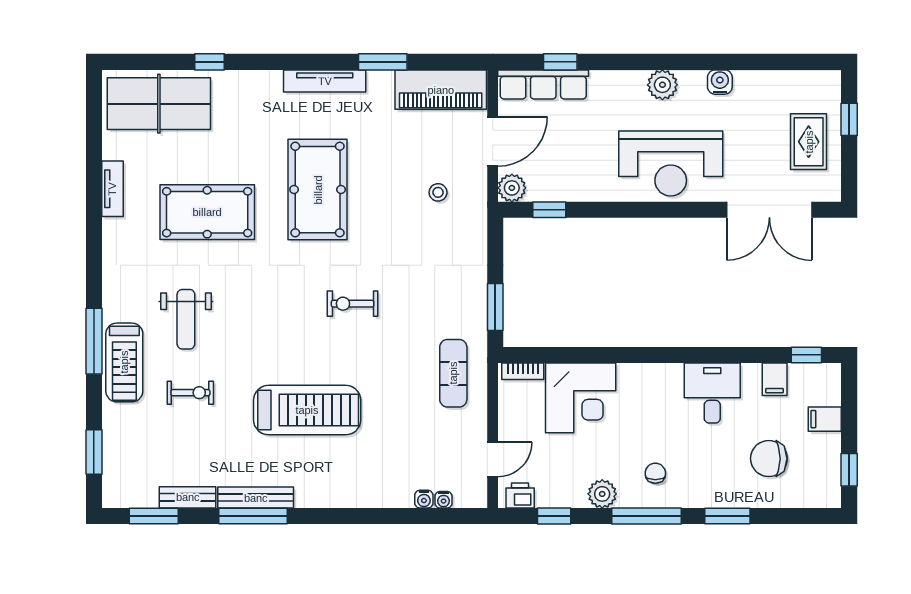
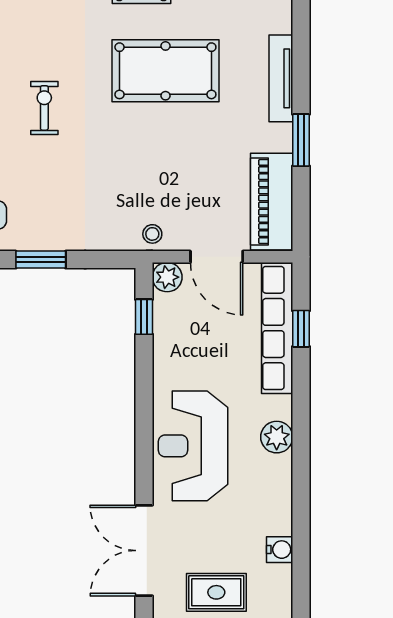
water cooler: (720, 82) -> (280, 550), moved
row of seats: (543, 84) -> (277, 328), width x1.36
stool: (438, 192) -> (152, 234), moved

